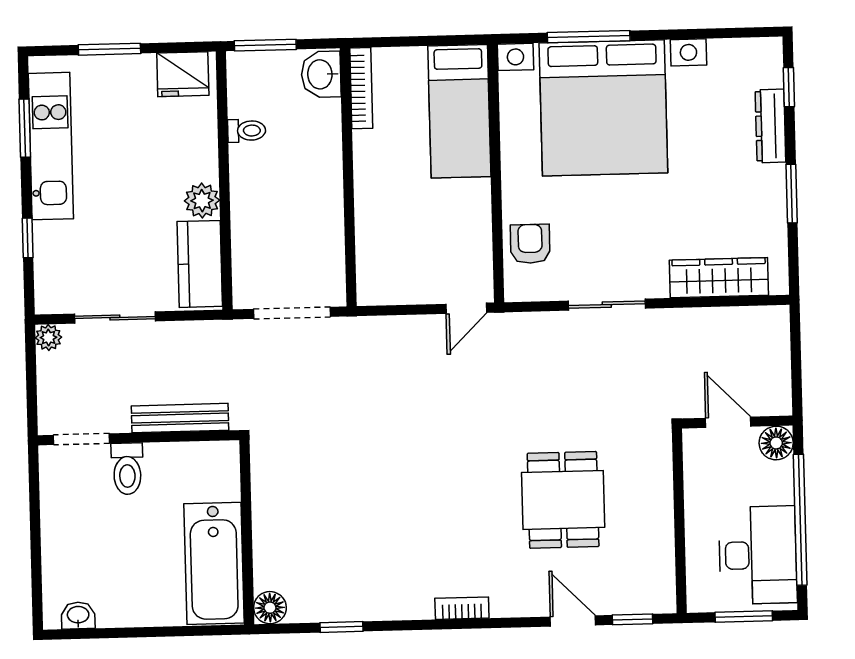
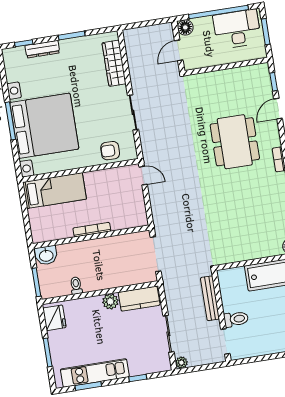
window: (589, 37) -> (10, 121), moved
bookcase: (361, 88) -> (92, 230), moved
dining table: (563, 500) -> (235, 142), moved, width x1.38

